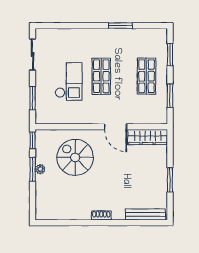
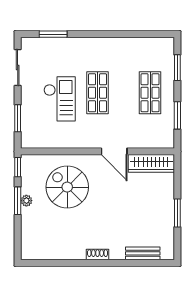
window: (120, 26) -> (53, 34), moved
bench: (146, 214) -> (143, 253), width x0.73

